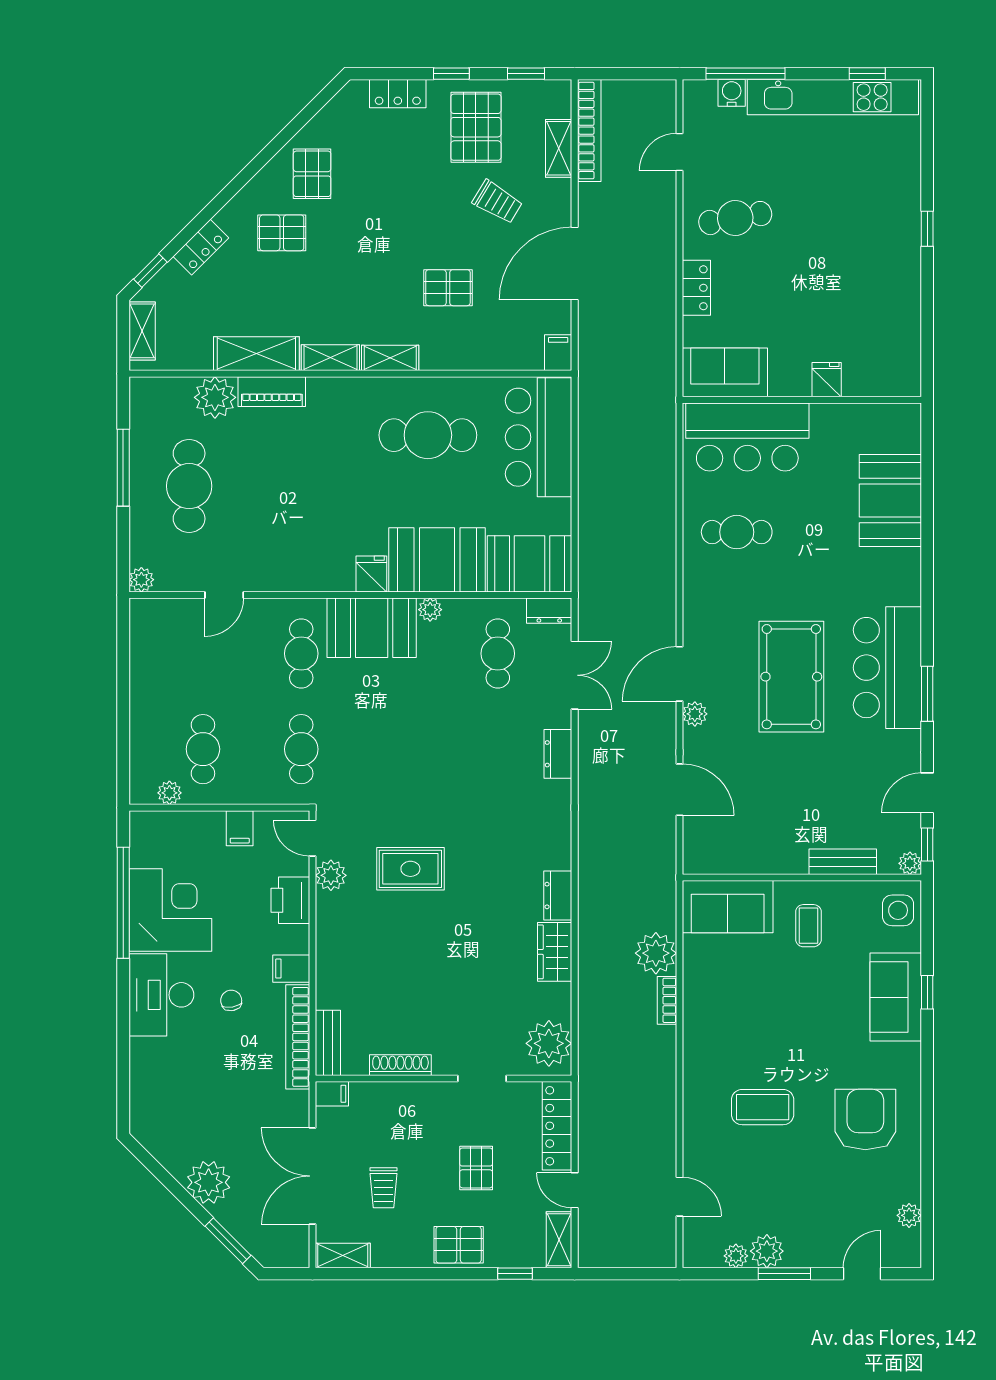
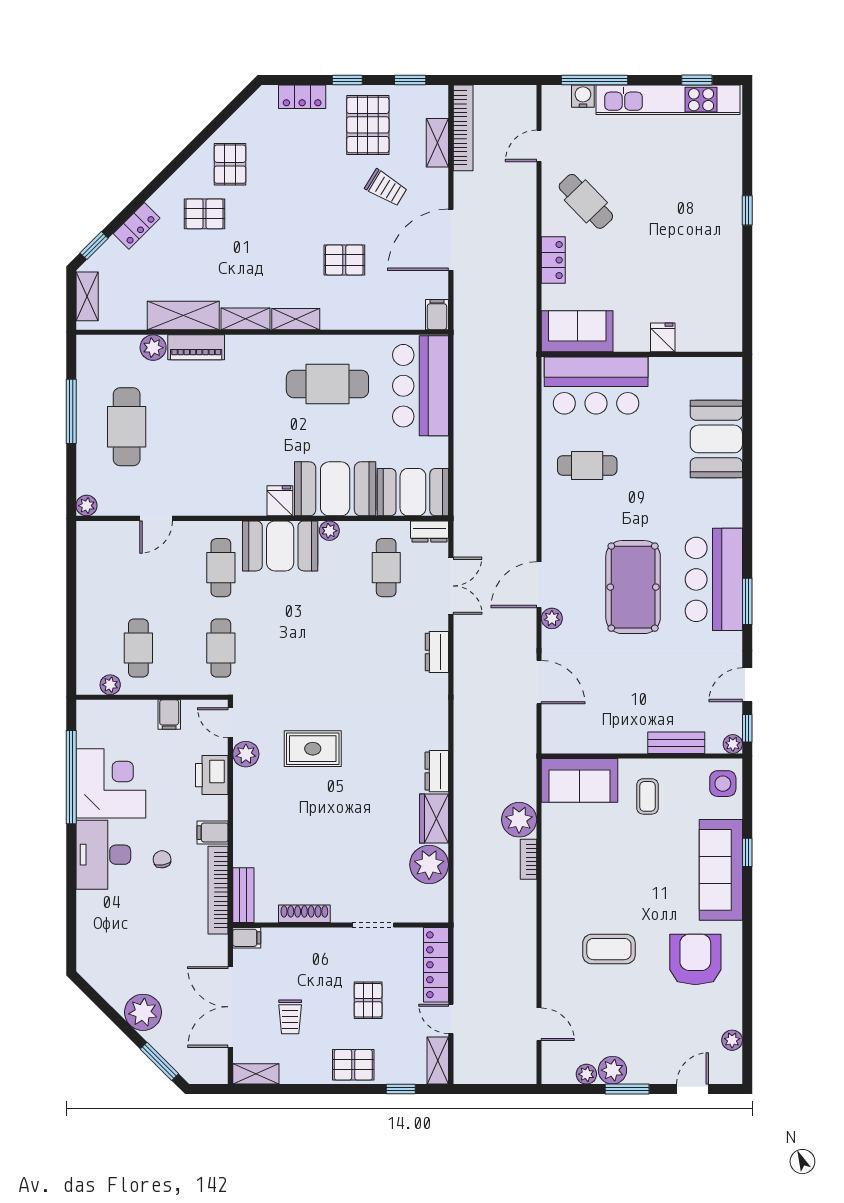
cafe table: (735, 218) -> (586, 201), turned 56
plant: (215, 397) -> (153, 348), width x0.73, depth x0.73
sofa: (896, 997) -> (721, 870), width x1.36
plant: (549, 1043) -> (429, 865), moved

